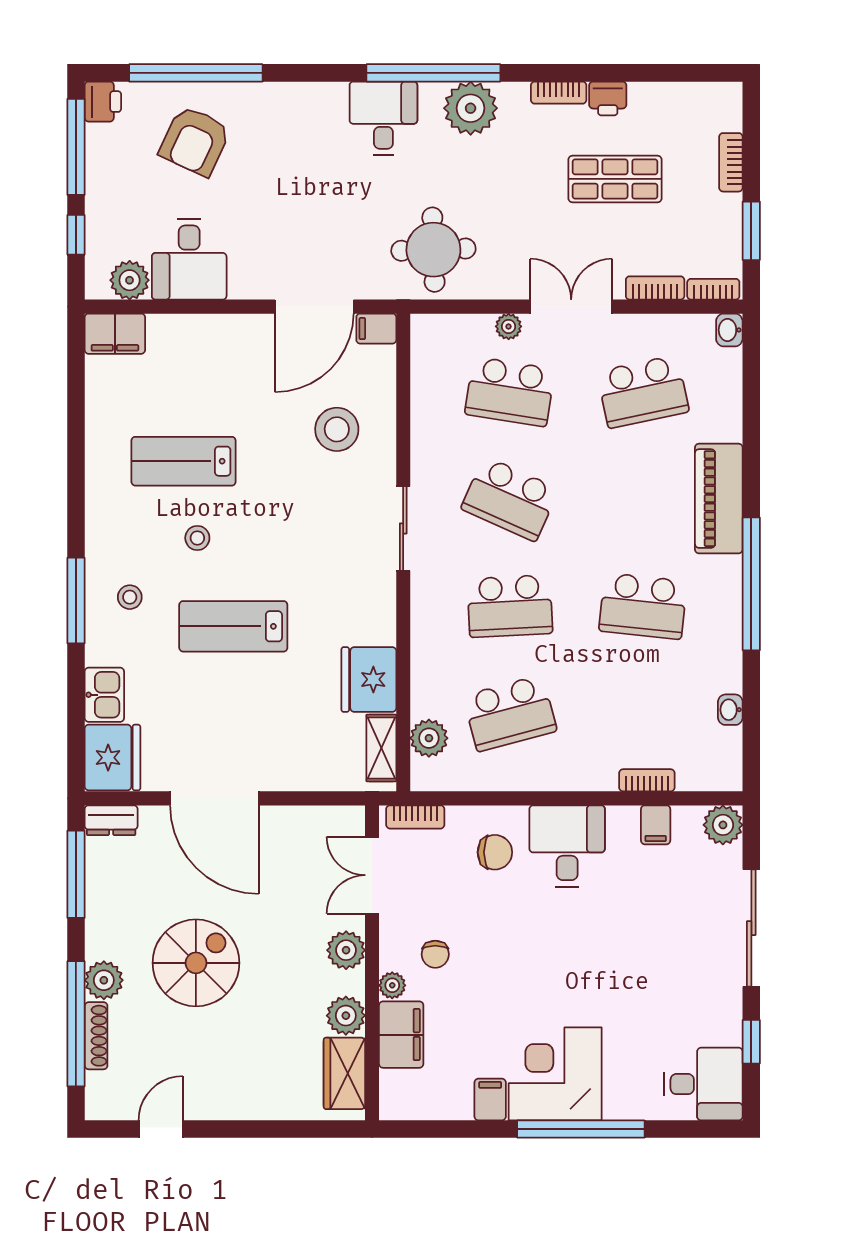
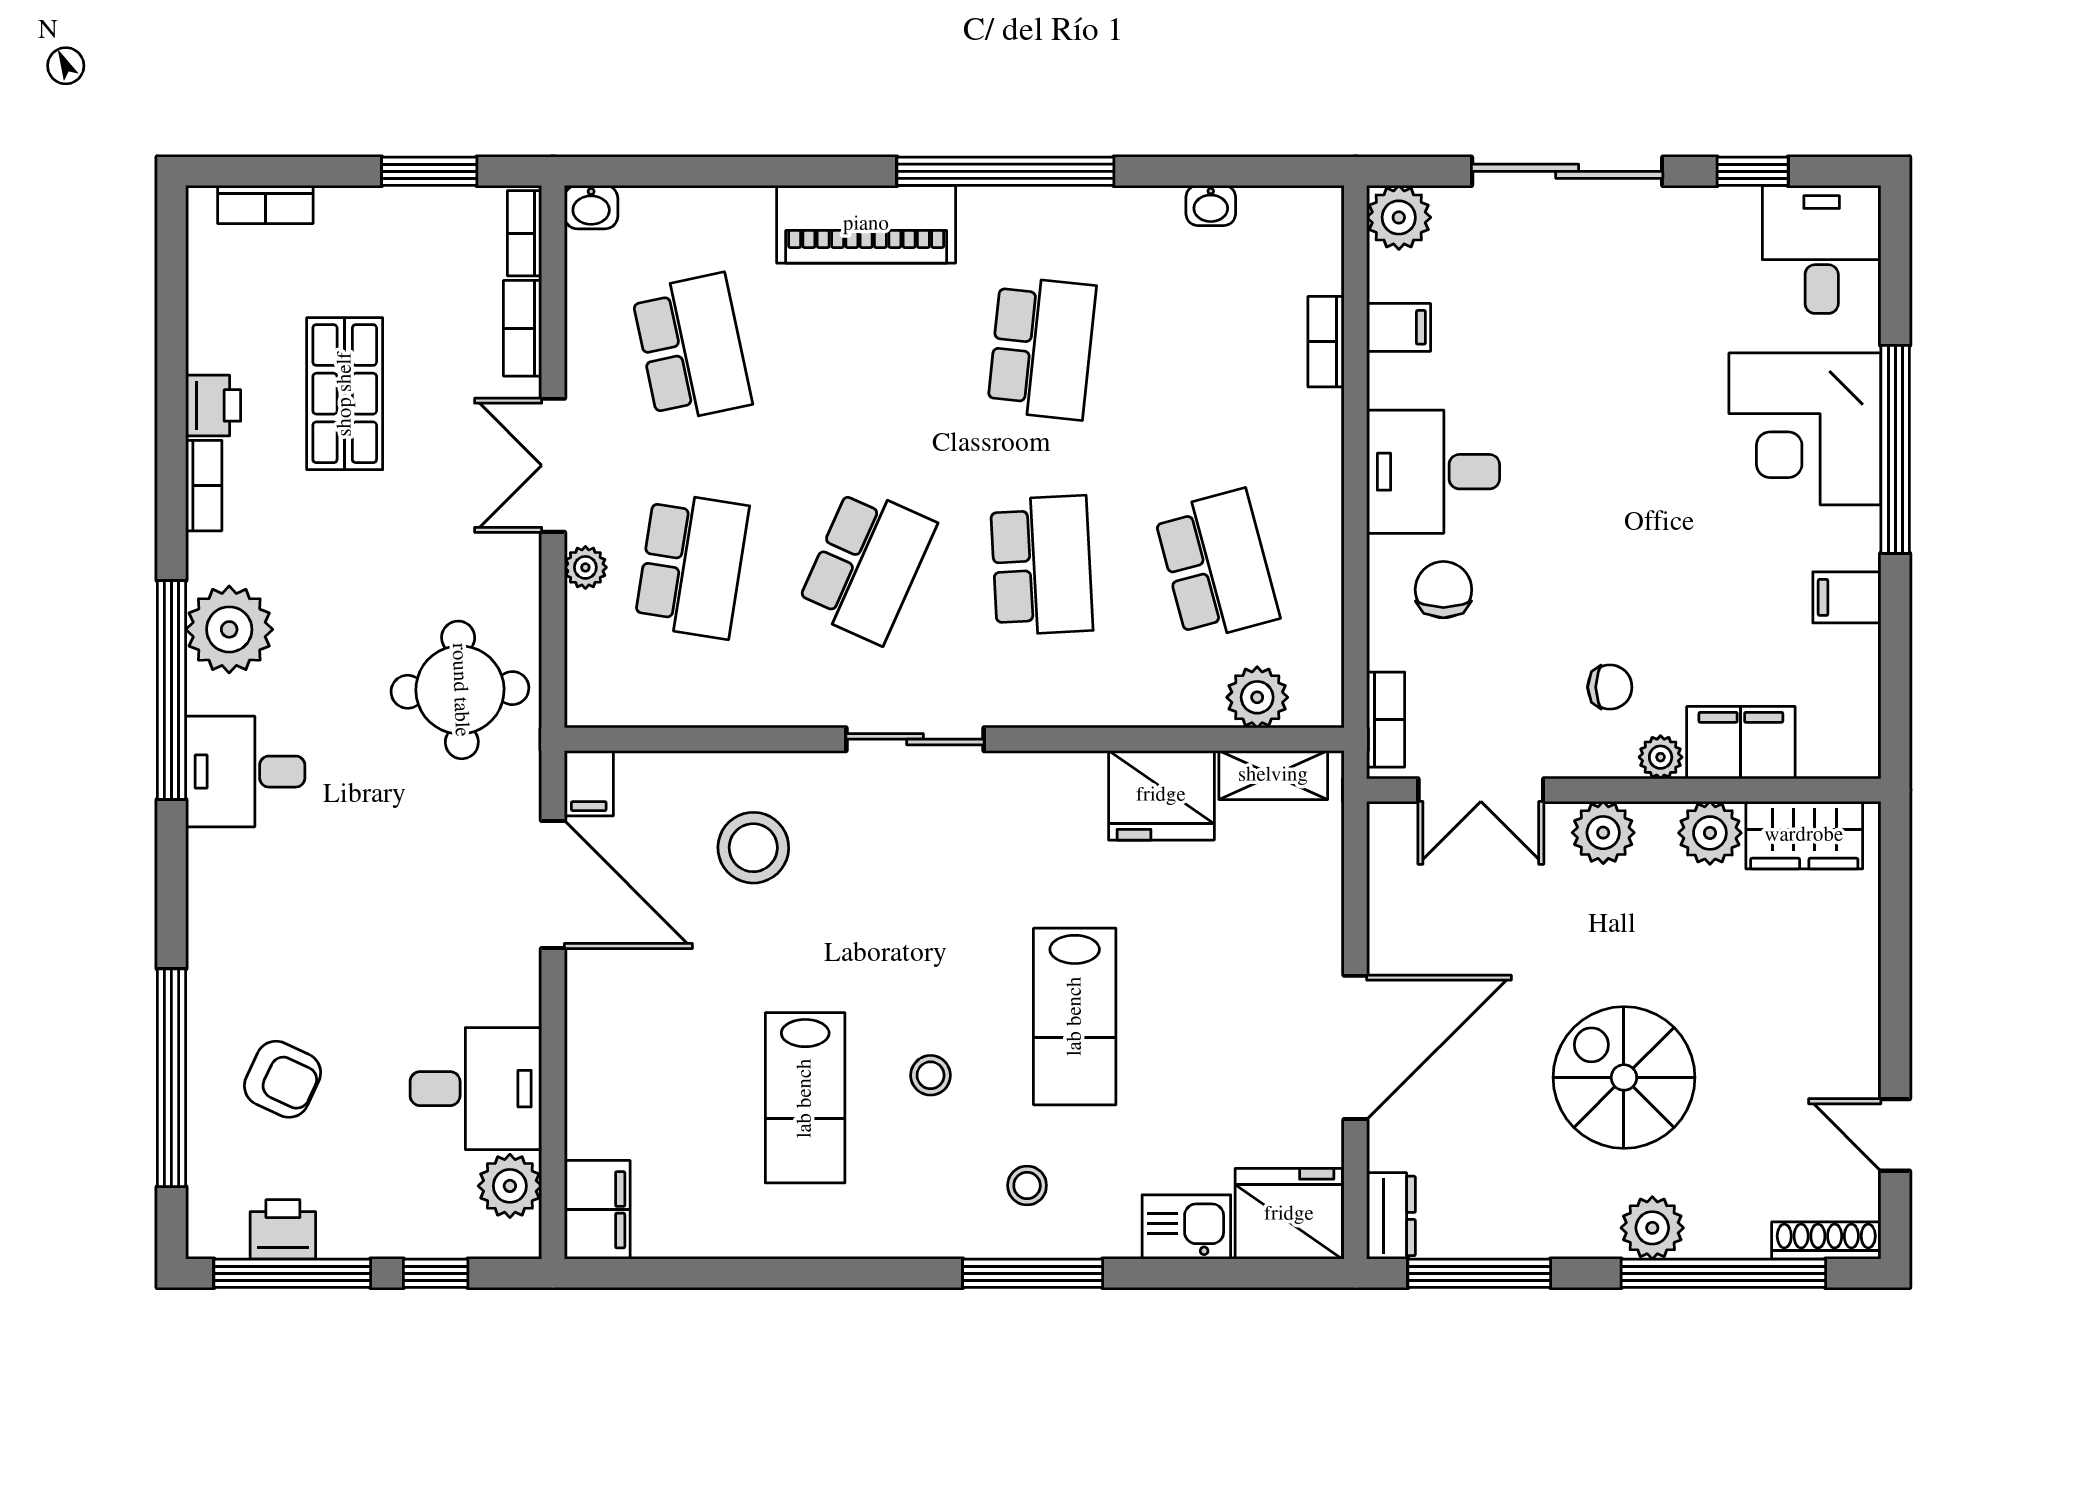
printer: (103, 102) -> (283, 1229), moved
armchair: (195, 141) -> (283, 1079), width x0.72, depth x0.72
bookcase: (731, 162) -> (265, 205), moved
shoe rack: (96, 1036) -> (1826, 1241), moved
corner desk: (555, 1074) -> (1805, 429), moved

